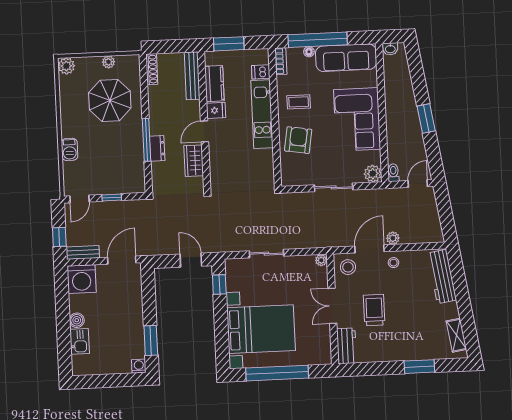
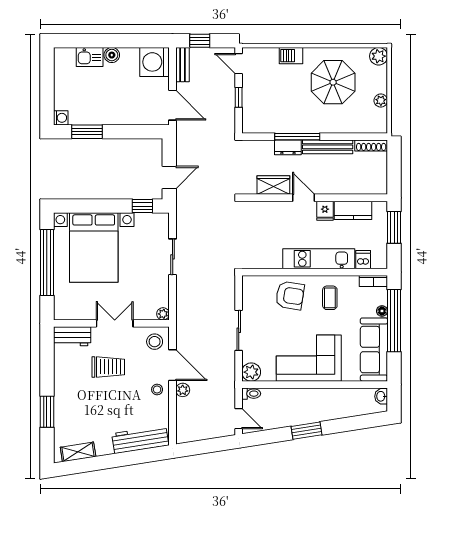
bench: (192, 76) -> (328, 147), moved
parasol: (110, 100) -> (333, 82), moved

